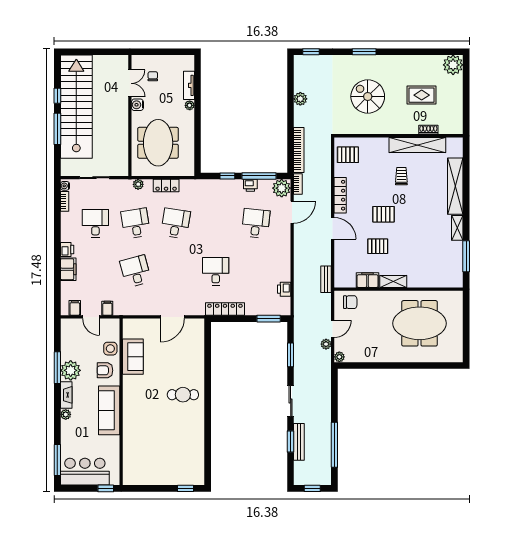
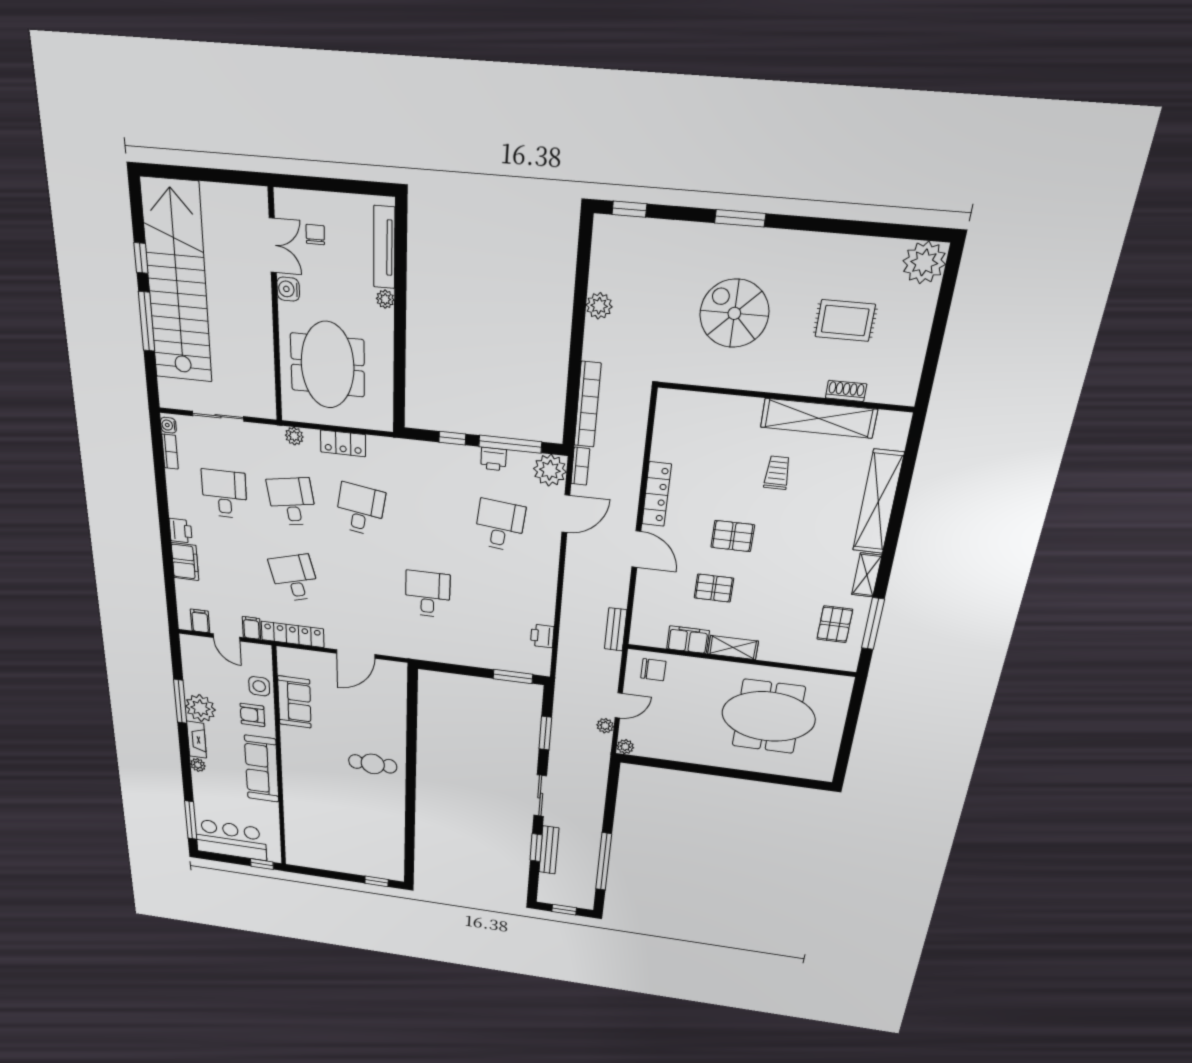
tv unit: (189, 85) -> (384, 247), width x1.41
pallet: (348, 155) -> (835, 624), moved, turned 90
locker: (225, 309) -> (293, 634), moved

